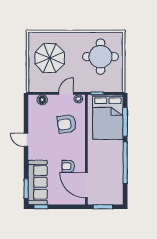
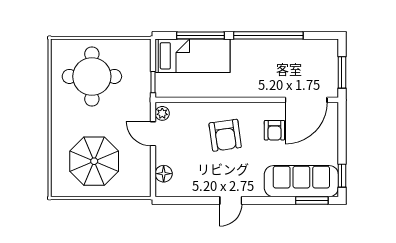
bed: (108, 117) -> (193, 56), width x0.67
armchair: (67, 124) -> (225, 135), moved

